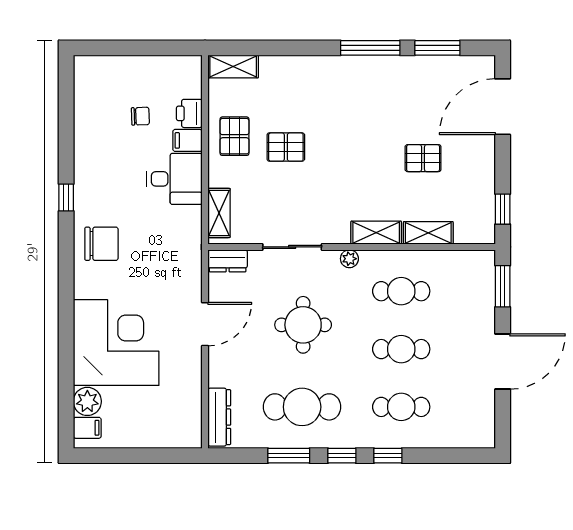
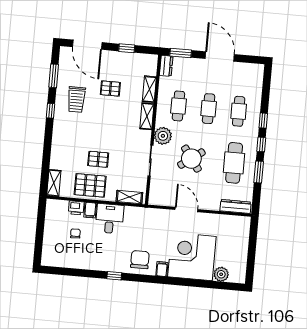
window: (370, 48) -> (51, 111), width x0.46
trolley: (396, 95) -> (76, 99), added
pallet: (235, 136) -> (90, 185), width x1.50, depth x1.42
pallet: (286, 147) -> (98, 159), turned 90
pallet: (423, 158) -> (110, 88), turned 90
window: (503, 209) -> (127, 48), moved
plant: (349, 259) -> (163, 136), width x1.87, depth x1.87
dresser: (228, 261) -> (166, 66), moved
round table: (303, 325) -> (191, 159), turned -36
filing cabinet: (87, 428) -> (162, 269), moved

